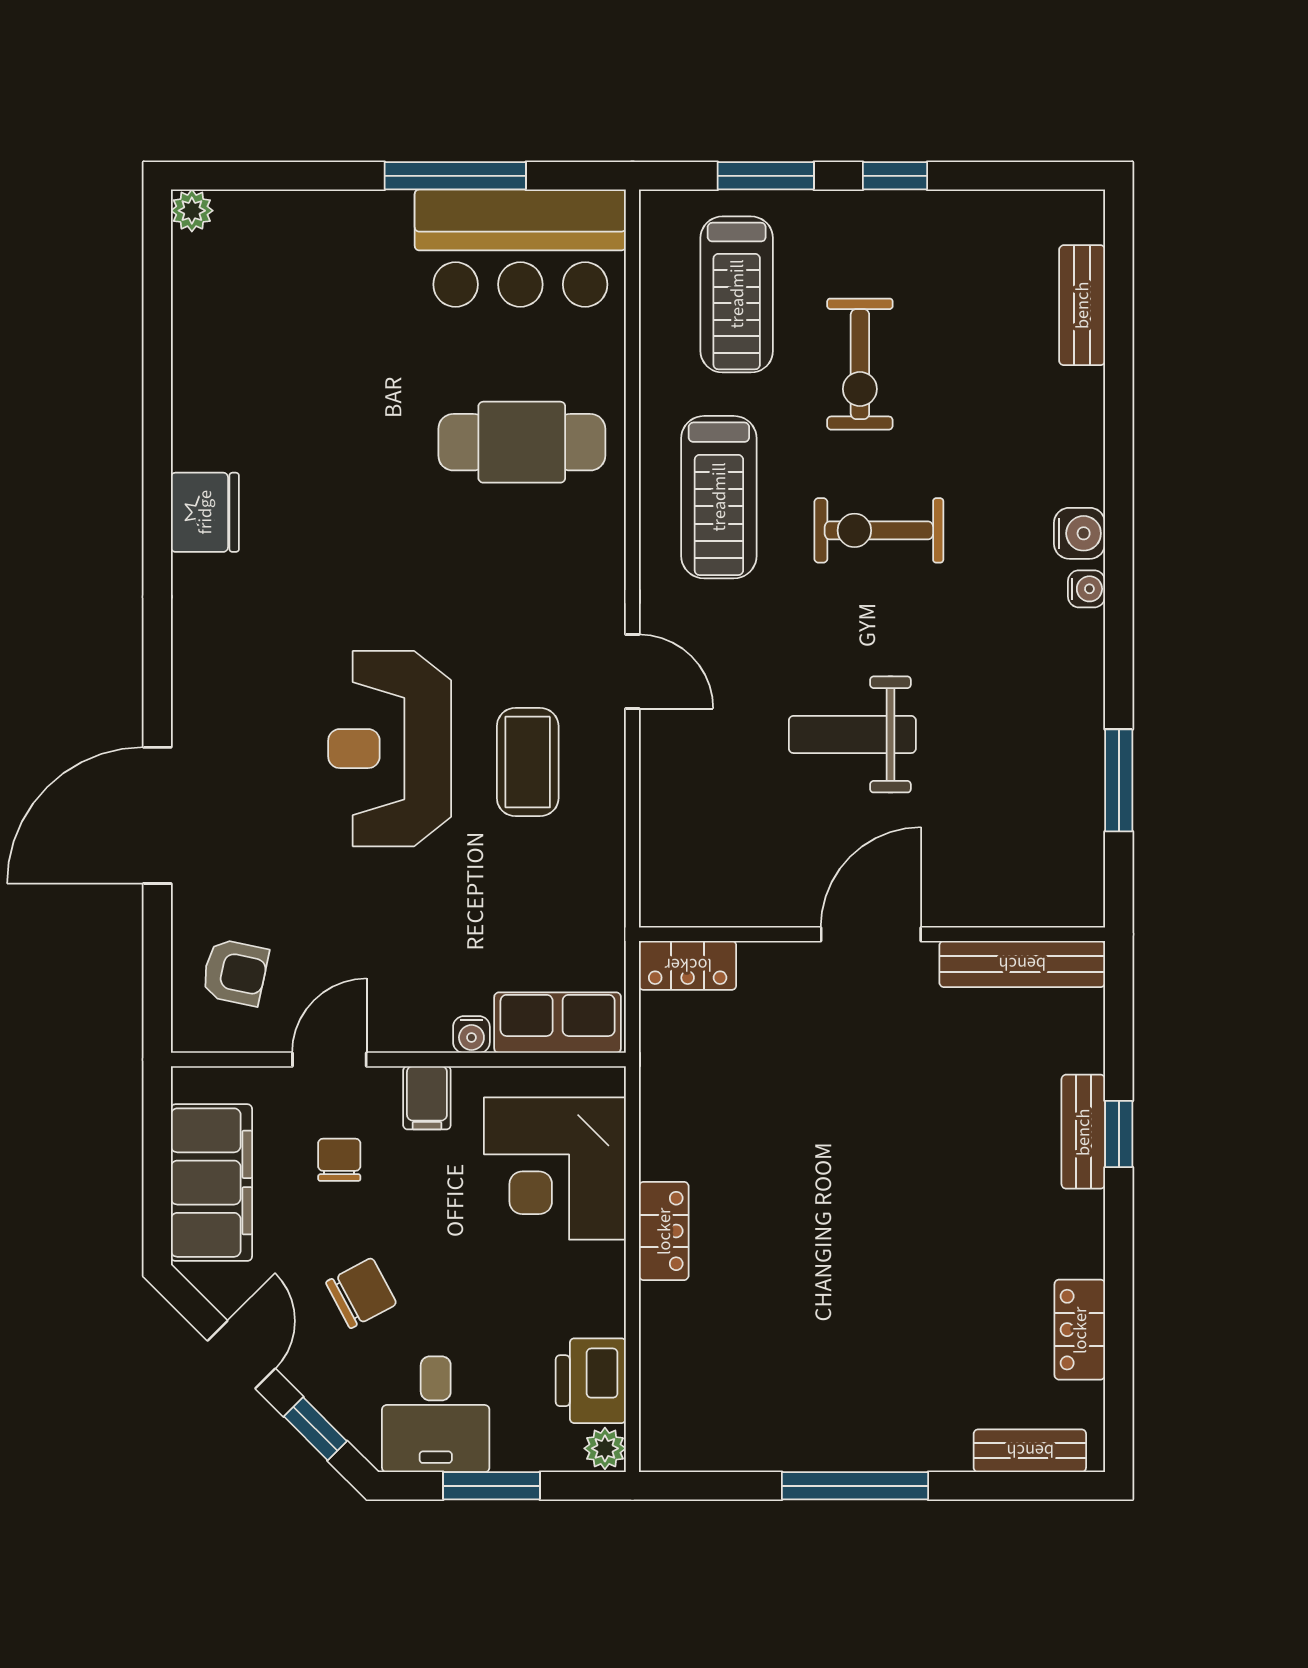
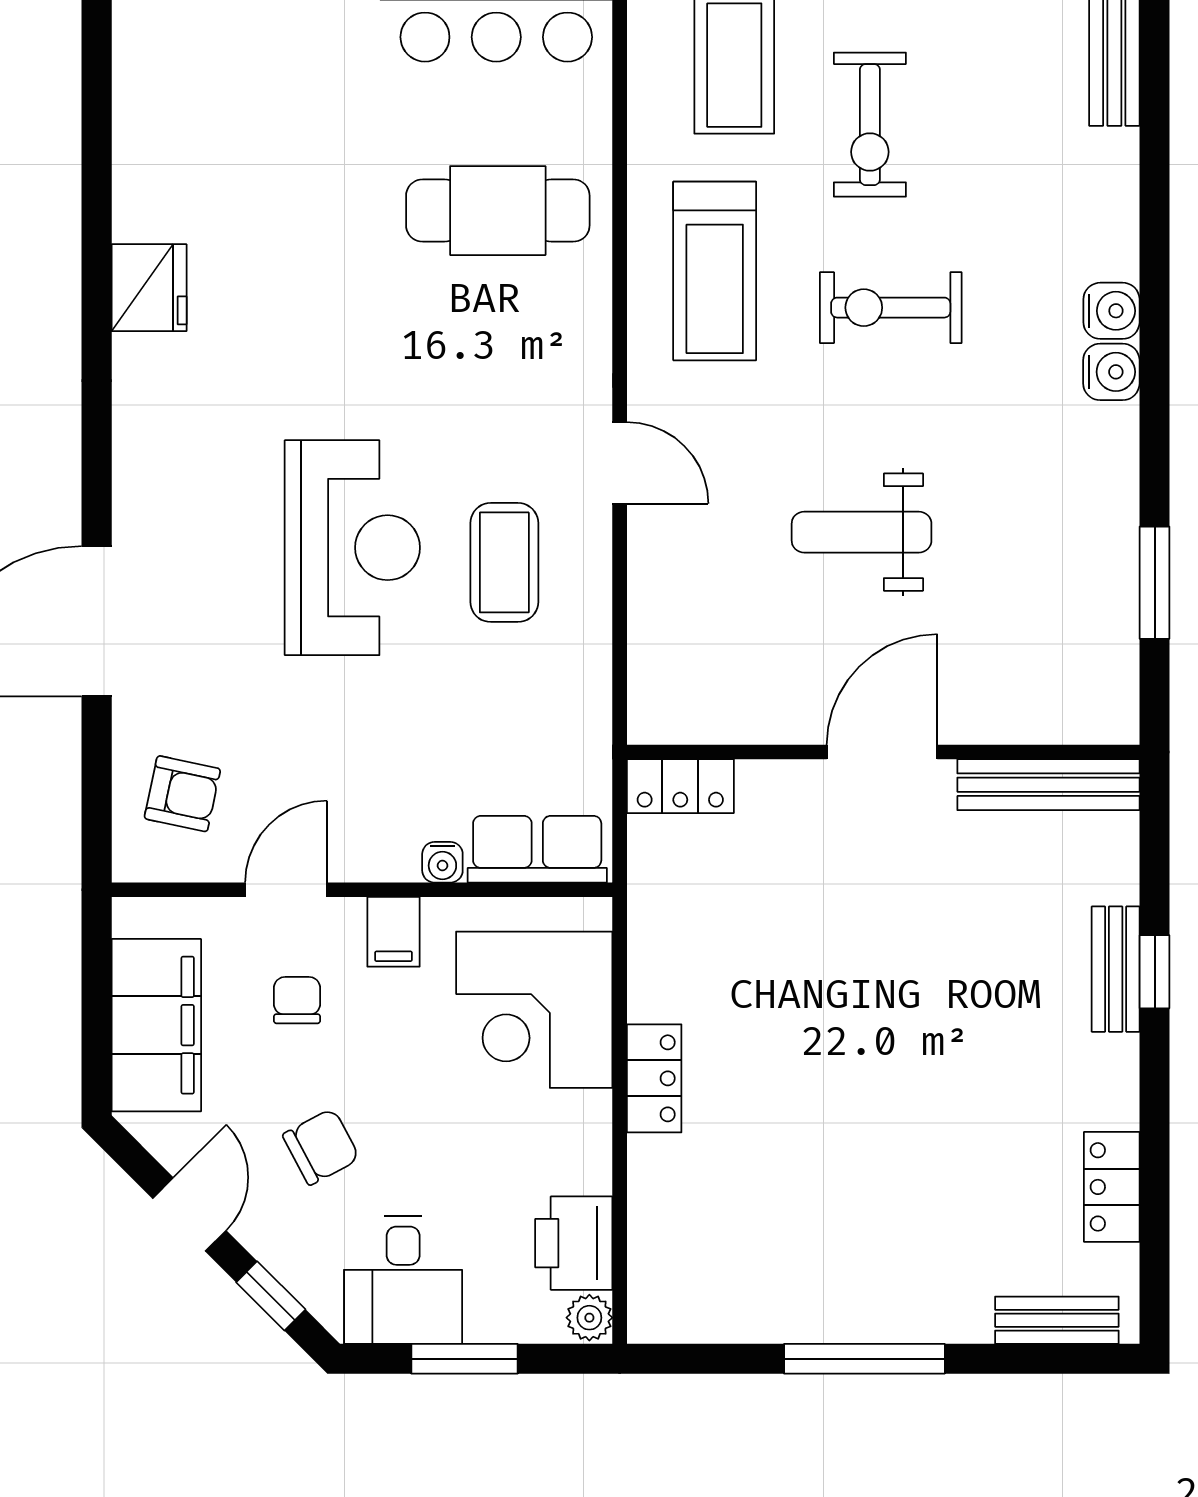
water cooler: (1086, 589) -> (1111, 372), width x1.38, depth x1.38
reception desk: (390, 749) -> (352, 548), turned 180

